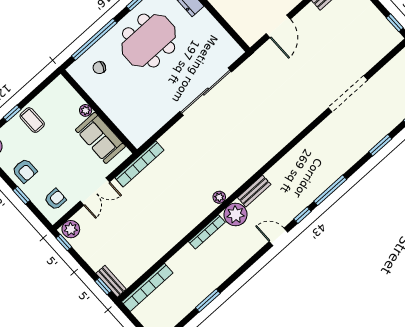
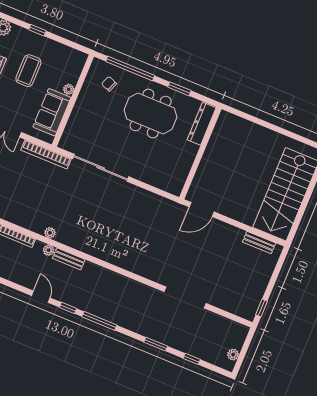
door: (278, 26) -> (202, 209), moved
sliding door: (206, 92) -> (101, 168), moved
coffee table: (32, 120) -> (28, 71), moved, width x1.36, depth x1.30
plant: (236, 215) -> (49, 250), width x0.53, depth x0.53

